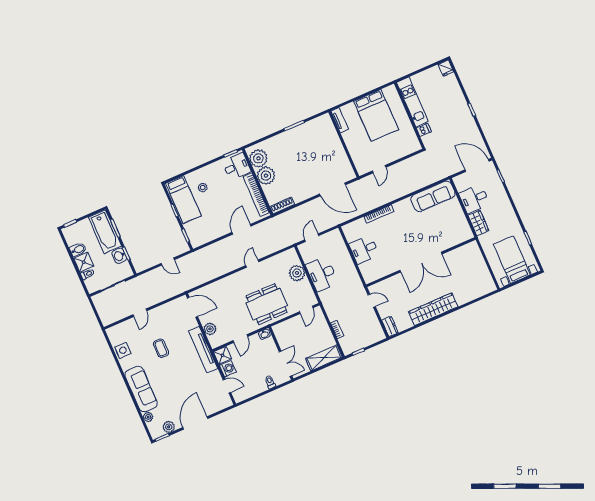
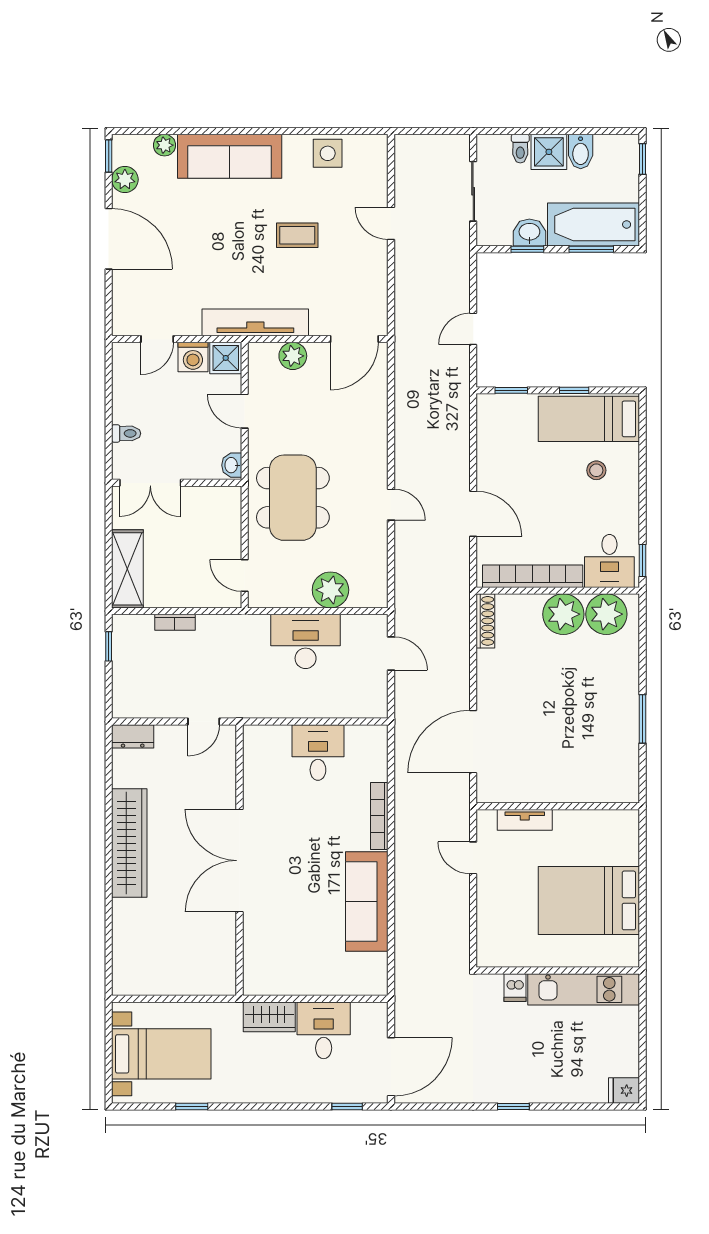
tv unit: (340, 120) -> (525, 820), moved
sofa: (433, 196) -> (367, 901), moved

